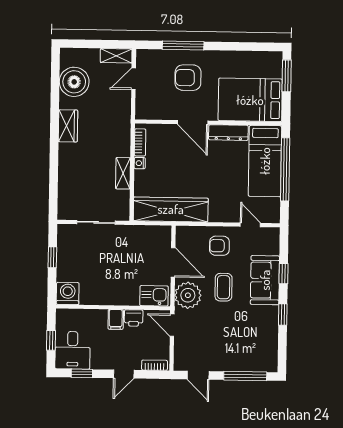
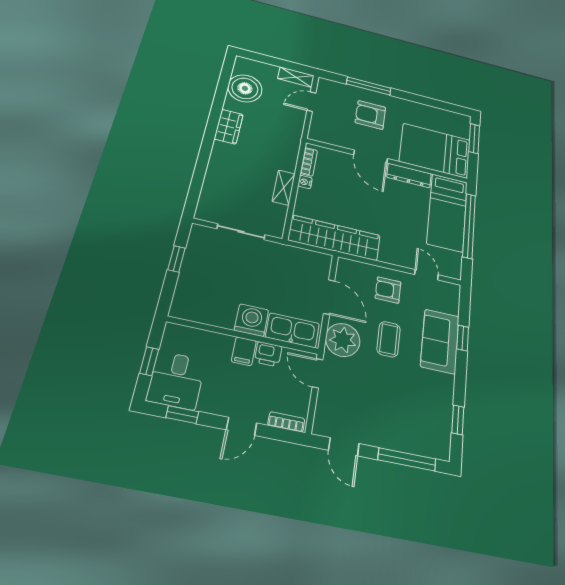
washing machine: (68, 293) -> (251, 320), moved
kitchen sink: (154, 296) -> (293, 330), width x1.38
window: (283, 315) -> (458, 420), moved

